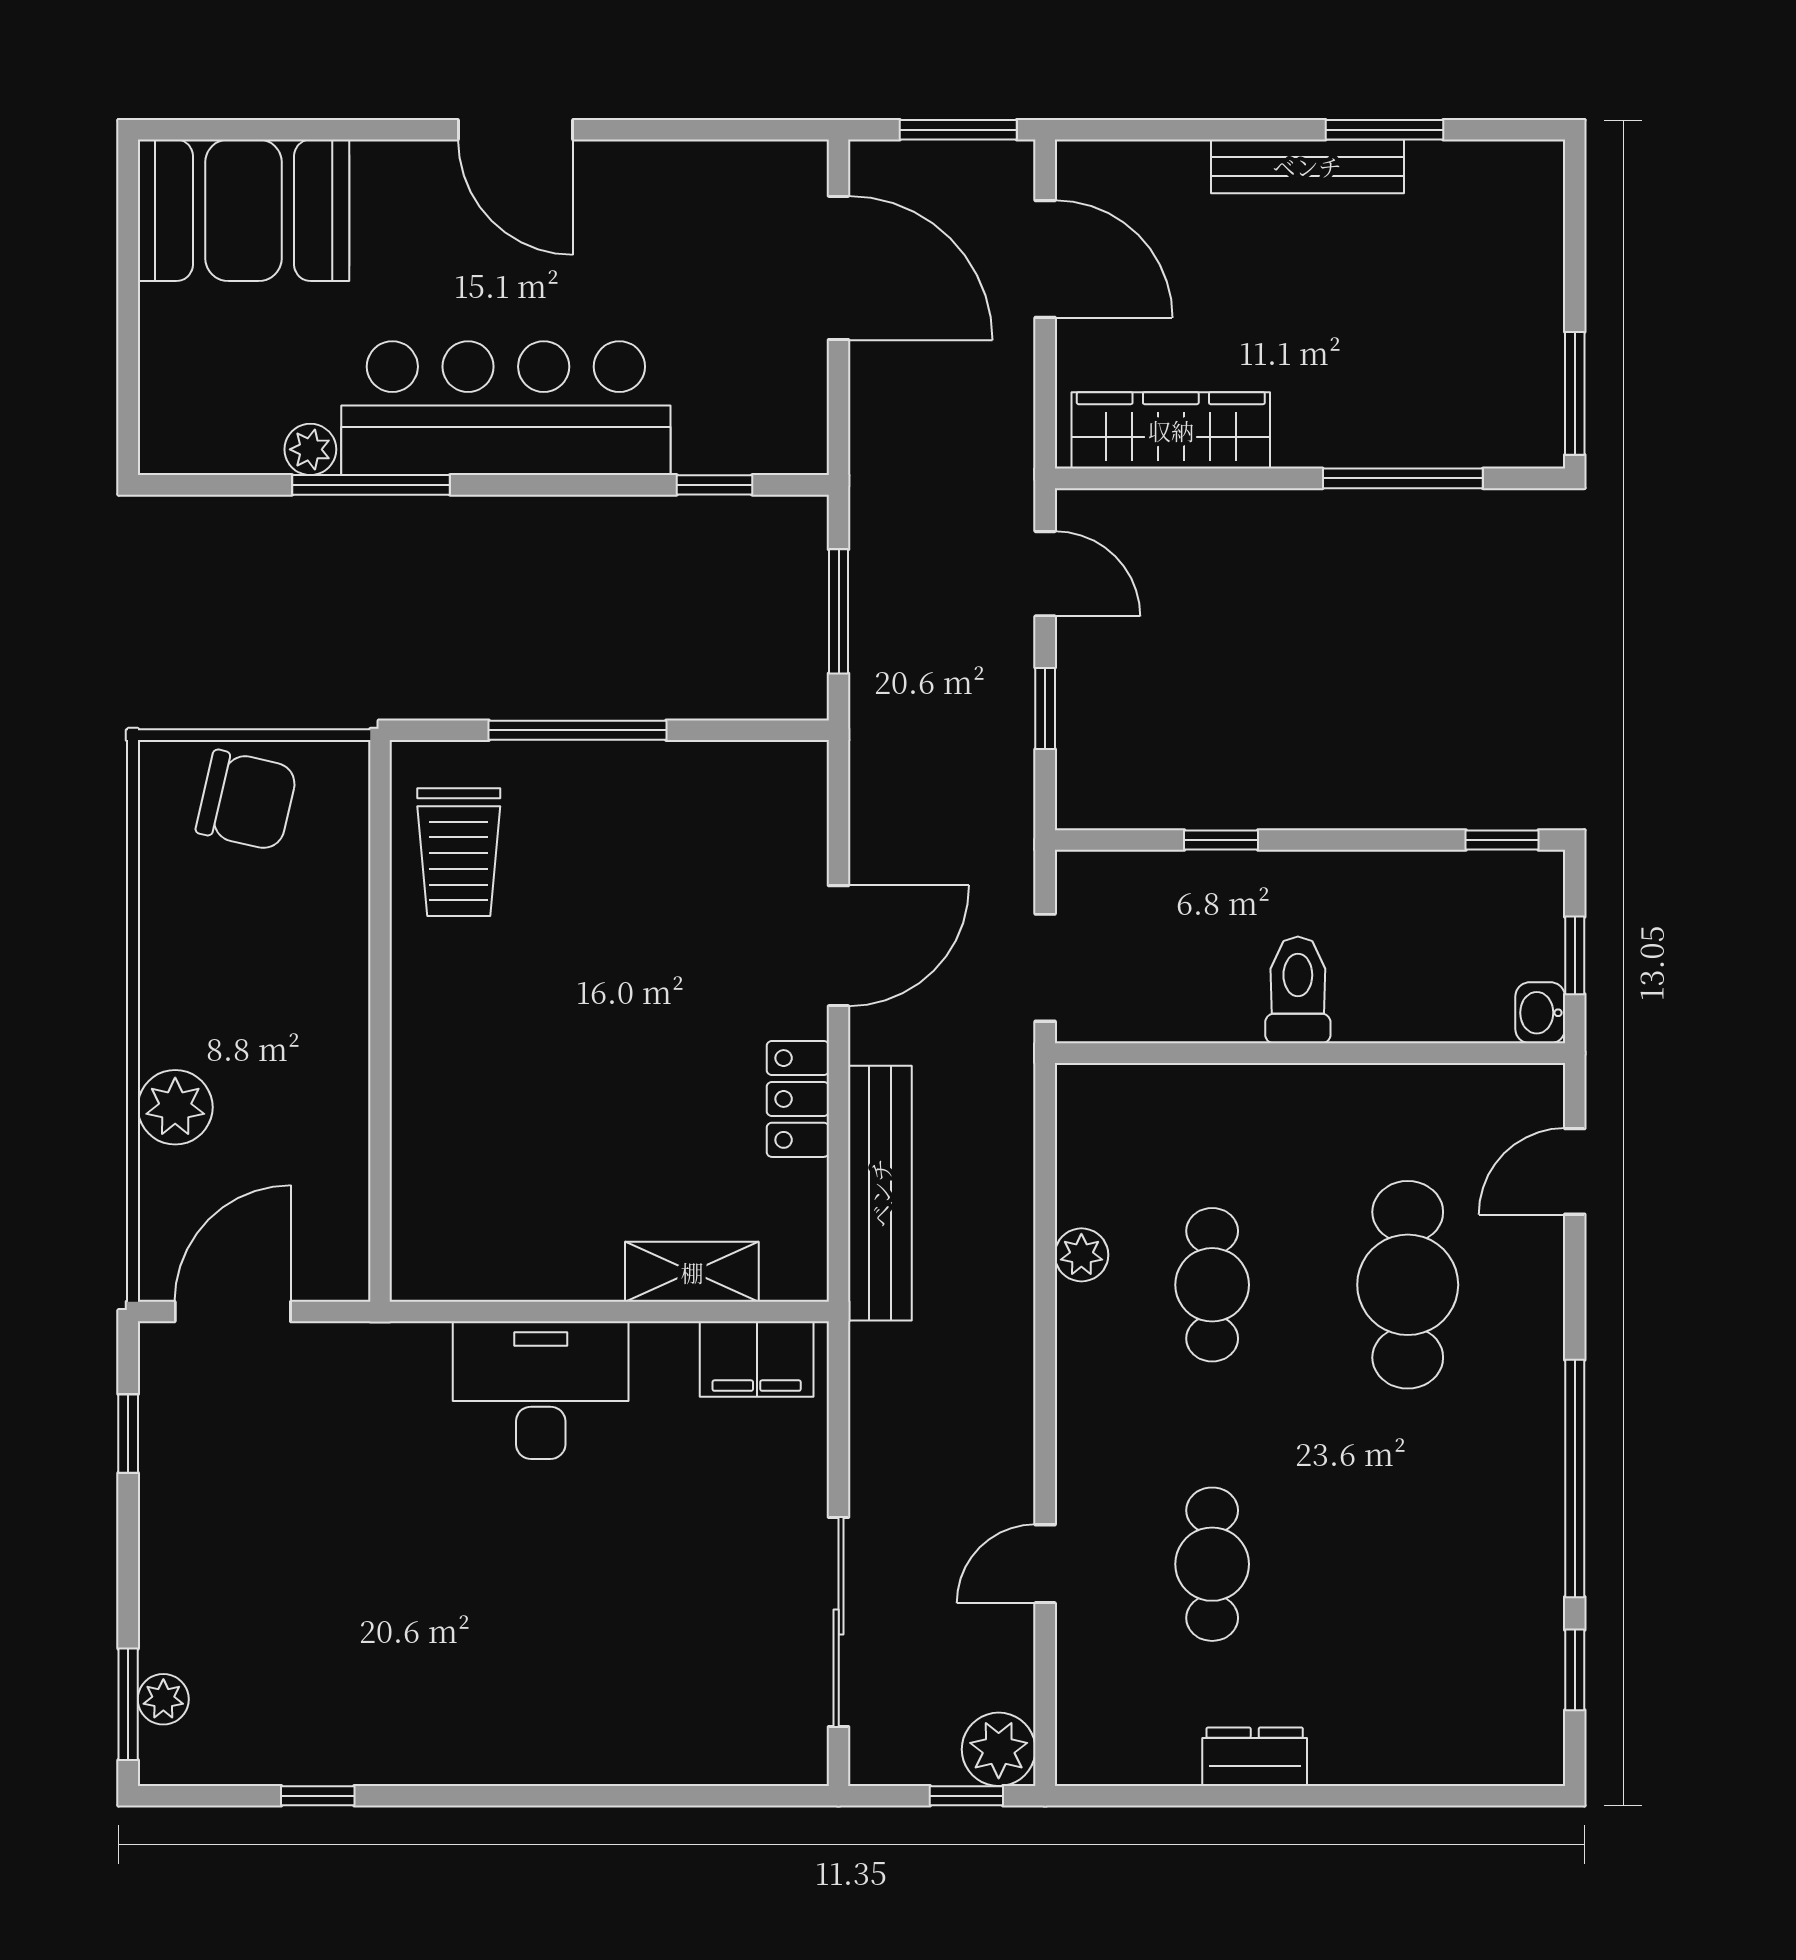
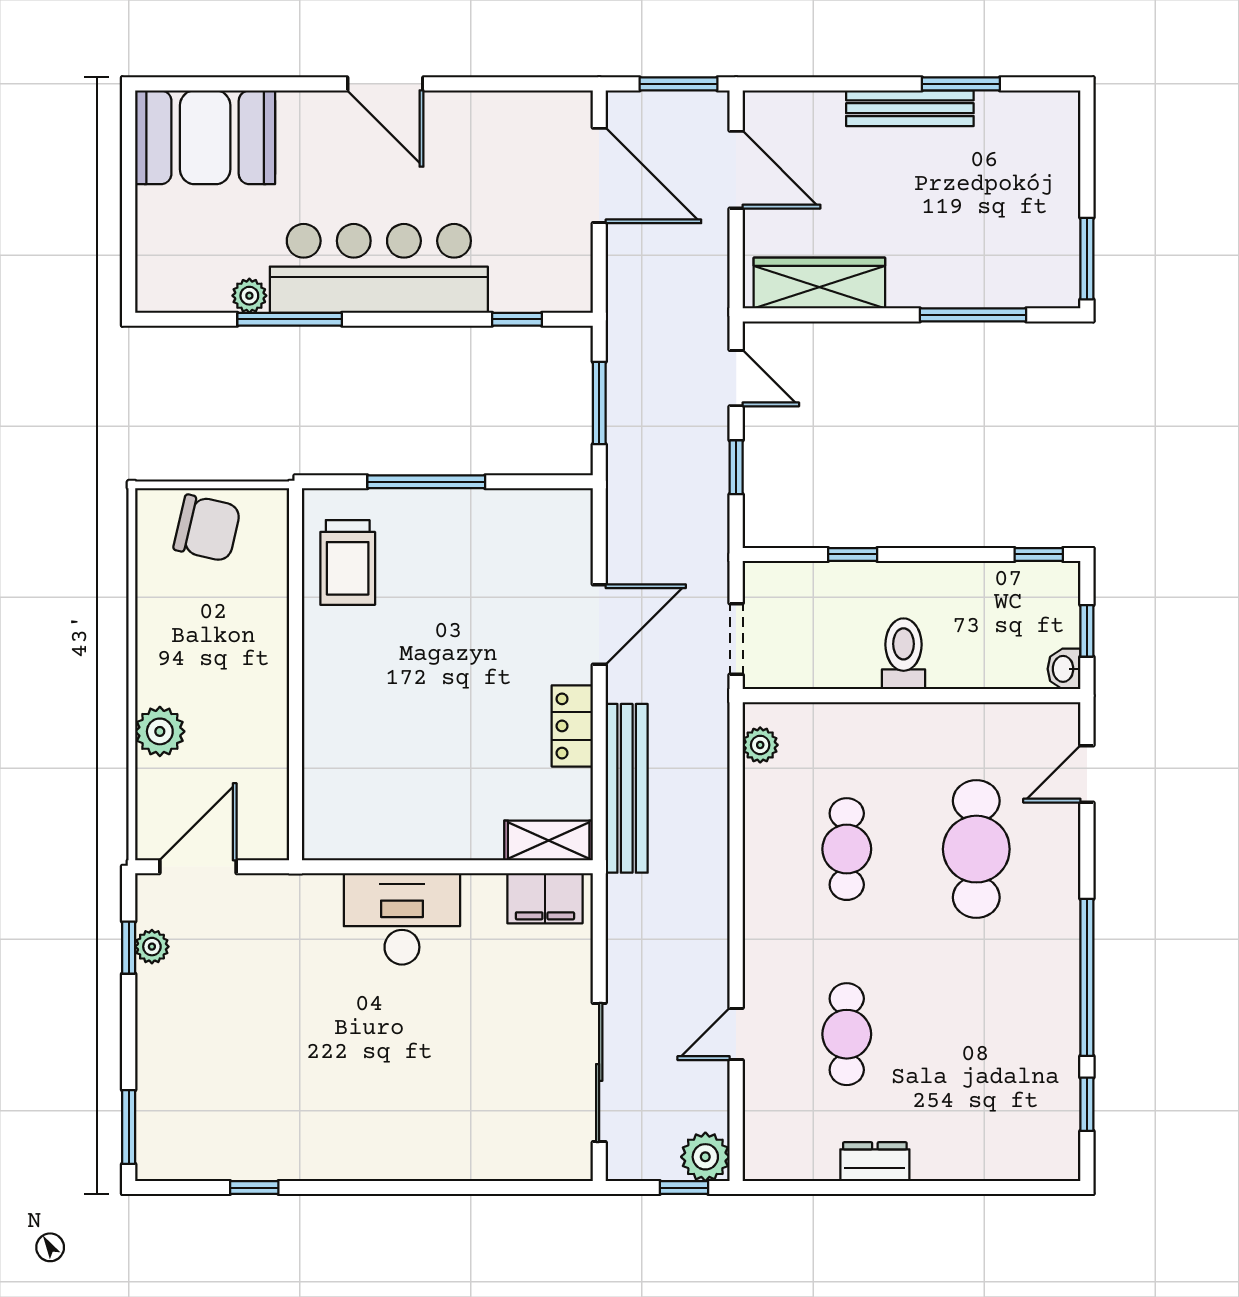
plant: (1081, 1255) -> (760, 745), moved
shelving: (692, 1272) -> (549, 840), moved
plant: (163, 1699) -> (152, 947), moved

